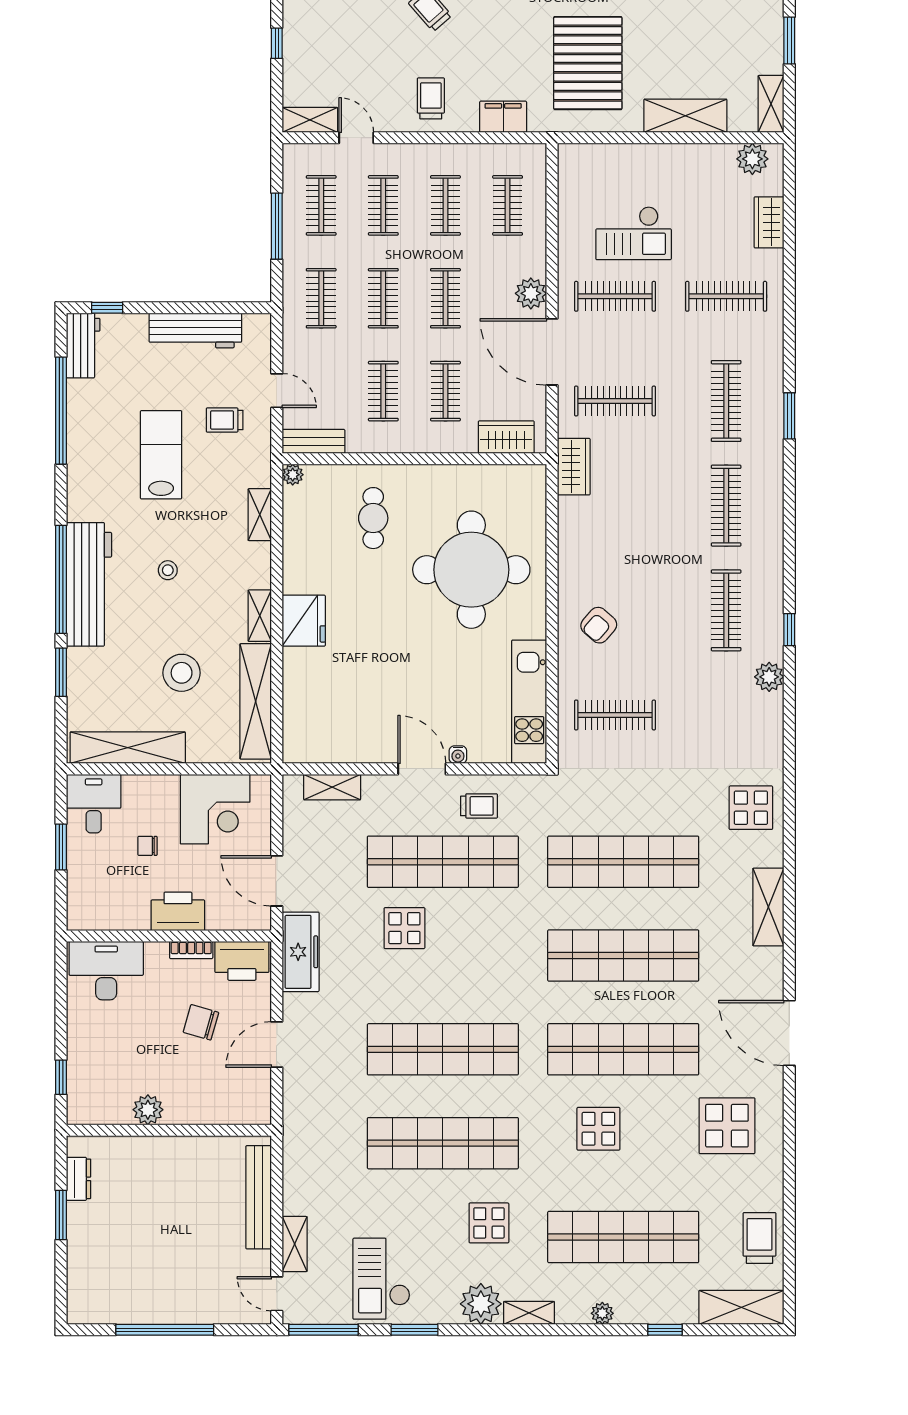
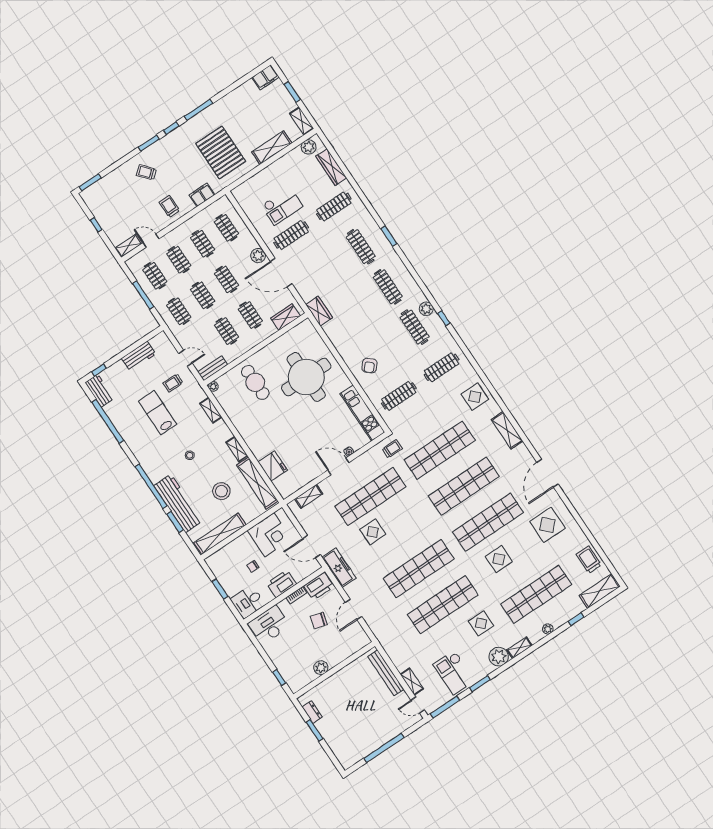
wardrobe: (769, 222) -> (331, 167), width x1.50
workbench: (195, 330) -> (139, 356), width x0.73
clothes rail: (615, 401) -> (441, 367), moved
cafe table: (373, 518) -> (255, 382), width x1.37, depth x1.35
workbench: (89, 584) -> (178, 503), moved
fridge: (304, 621) -> (273, 466), moved
plant: (769, 677) -> (426, 309), moved
desk: (94, 804) -> (248, 602), moved, turned -90
trolley: (479, 806) -> (392, 449), moved
door: (789, 1033) -> (548, 473), hinge flipped

